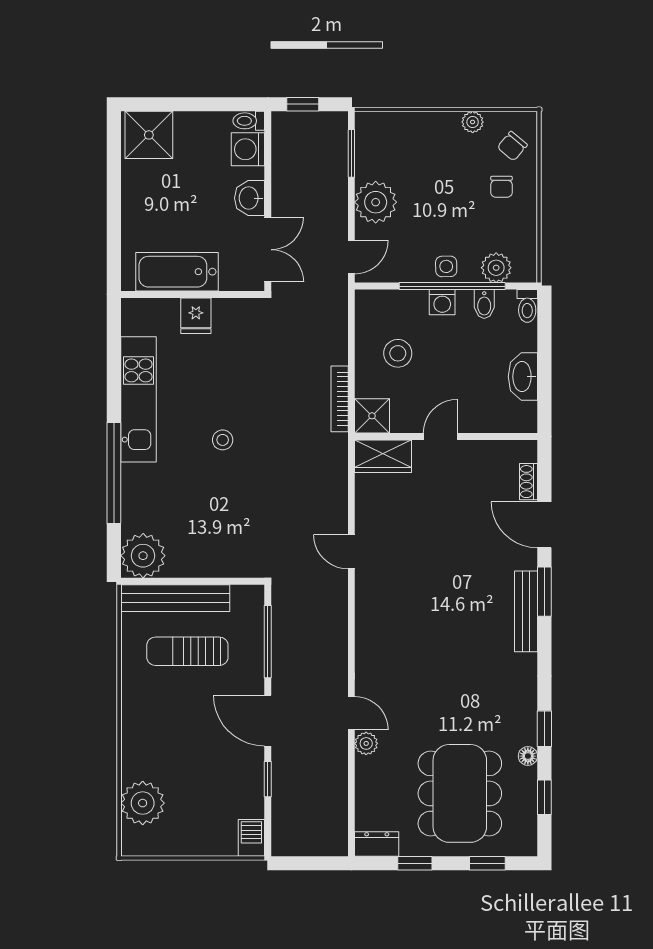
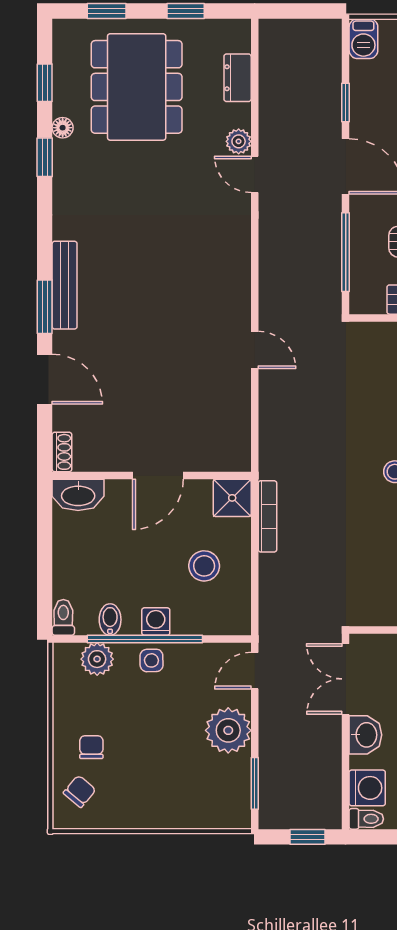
plant: (473, 122) -> (123, 818), removed
washbasin: (523, 377) -> (78, 495), moved, turned 90
door: (440, 436) -> (158, 475), width x1.38
wardrobe: (383, 456) -> (220, 454), removed
shoe rack: (528, 482) -> (62, 452), moved
dresser: (377, 844) -> (238, 78), moved, turned 90

